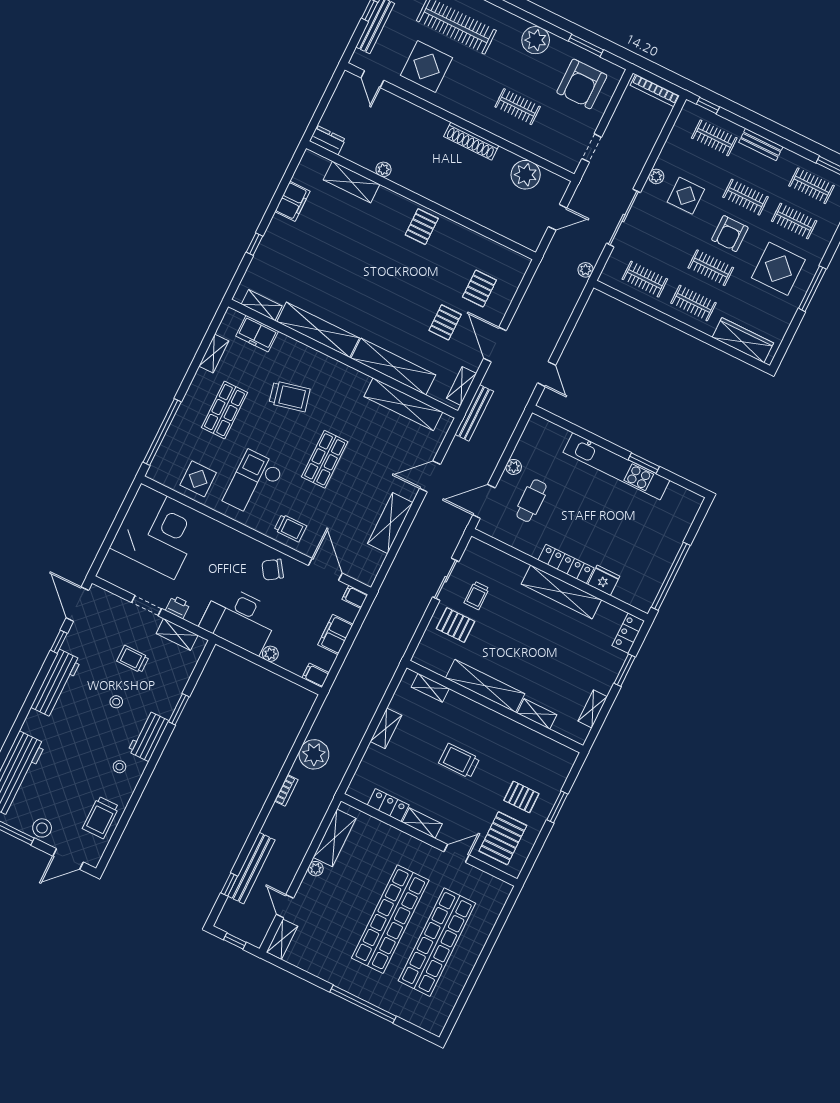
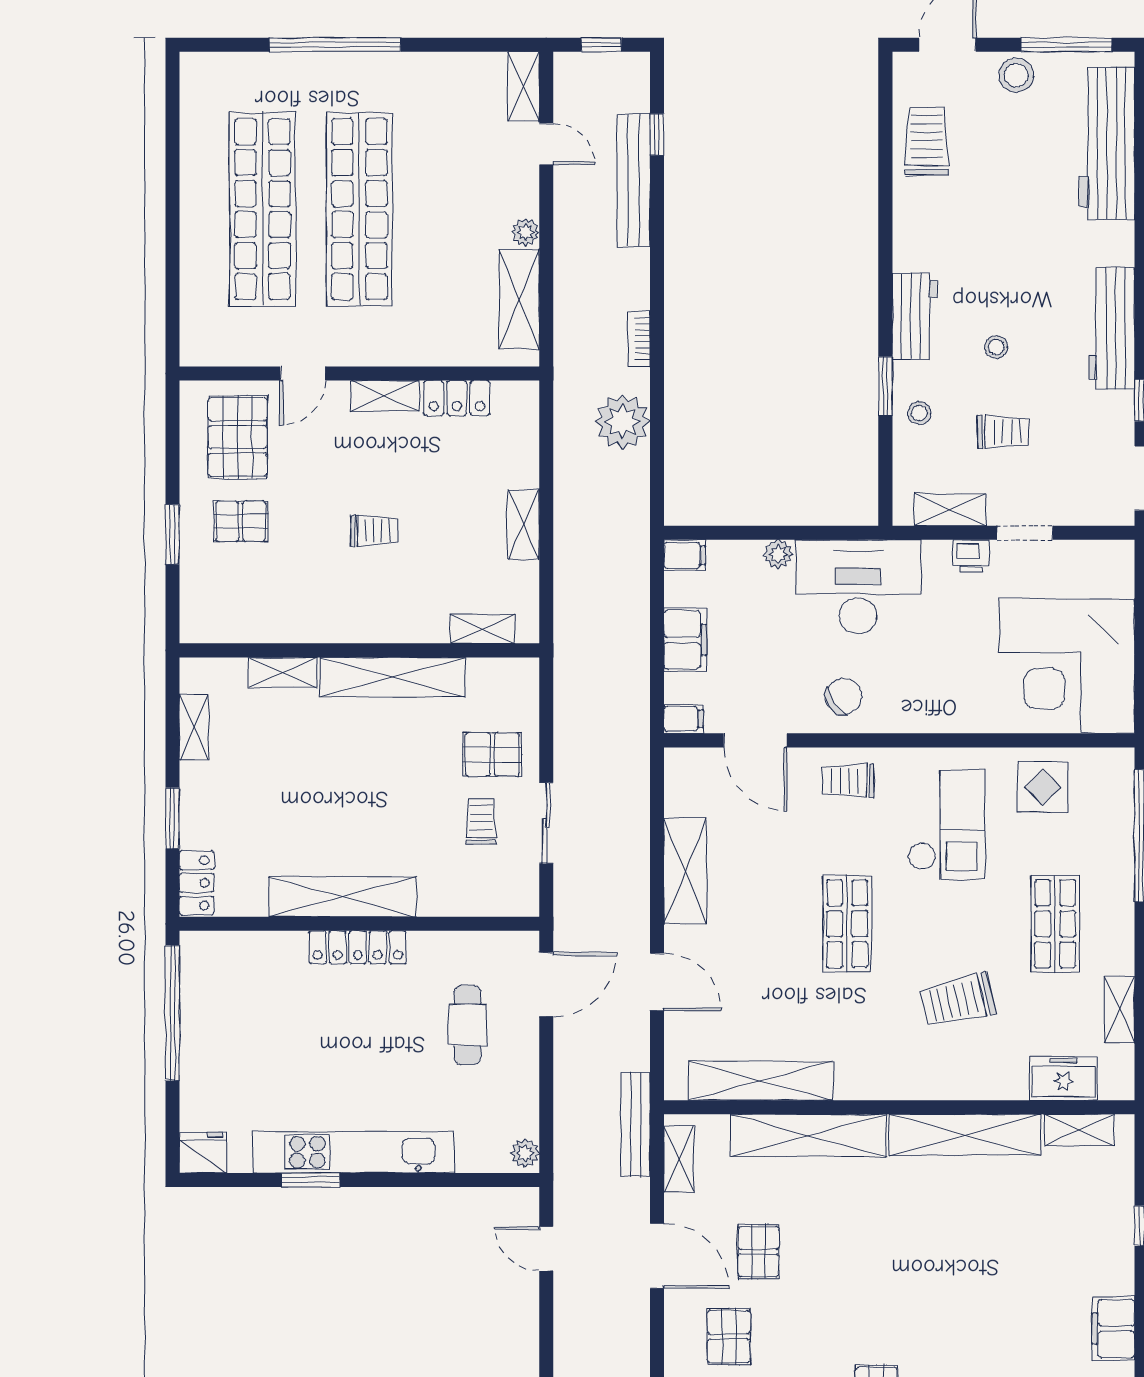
plant: (514, 467) -> (525, 1153), moved
door: (430, 476) -> (657, 982), hinge flipped
fridge: (604, 580) -> (203, 1153), moved, turned 180
trolley: (459, 761) -> (374, 531), width x0.73, depth x0.72
stool: (120, 767) -> (919, 413), moved

